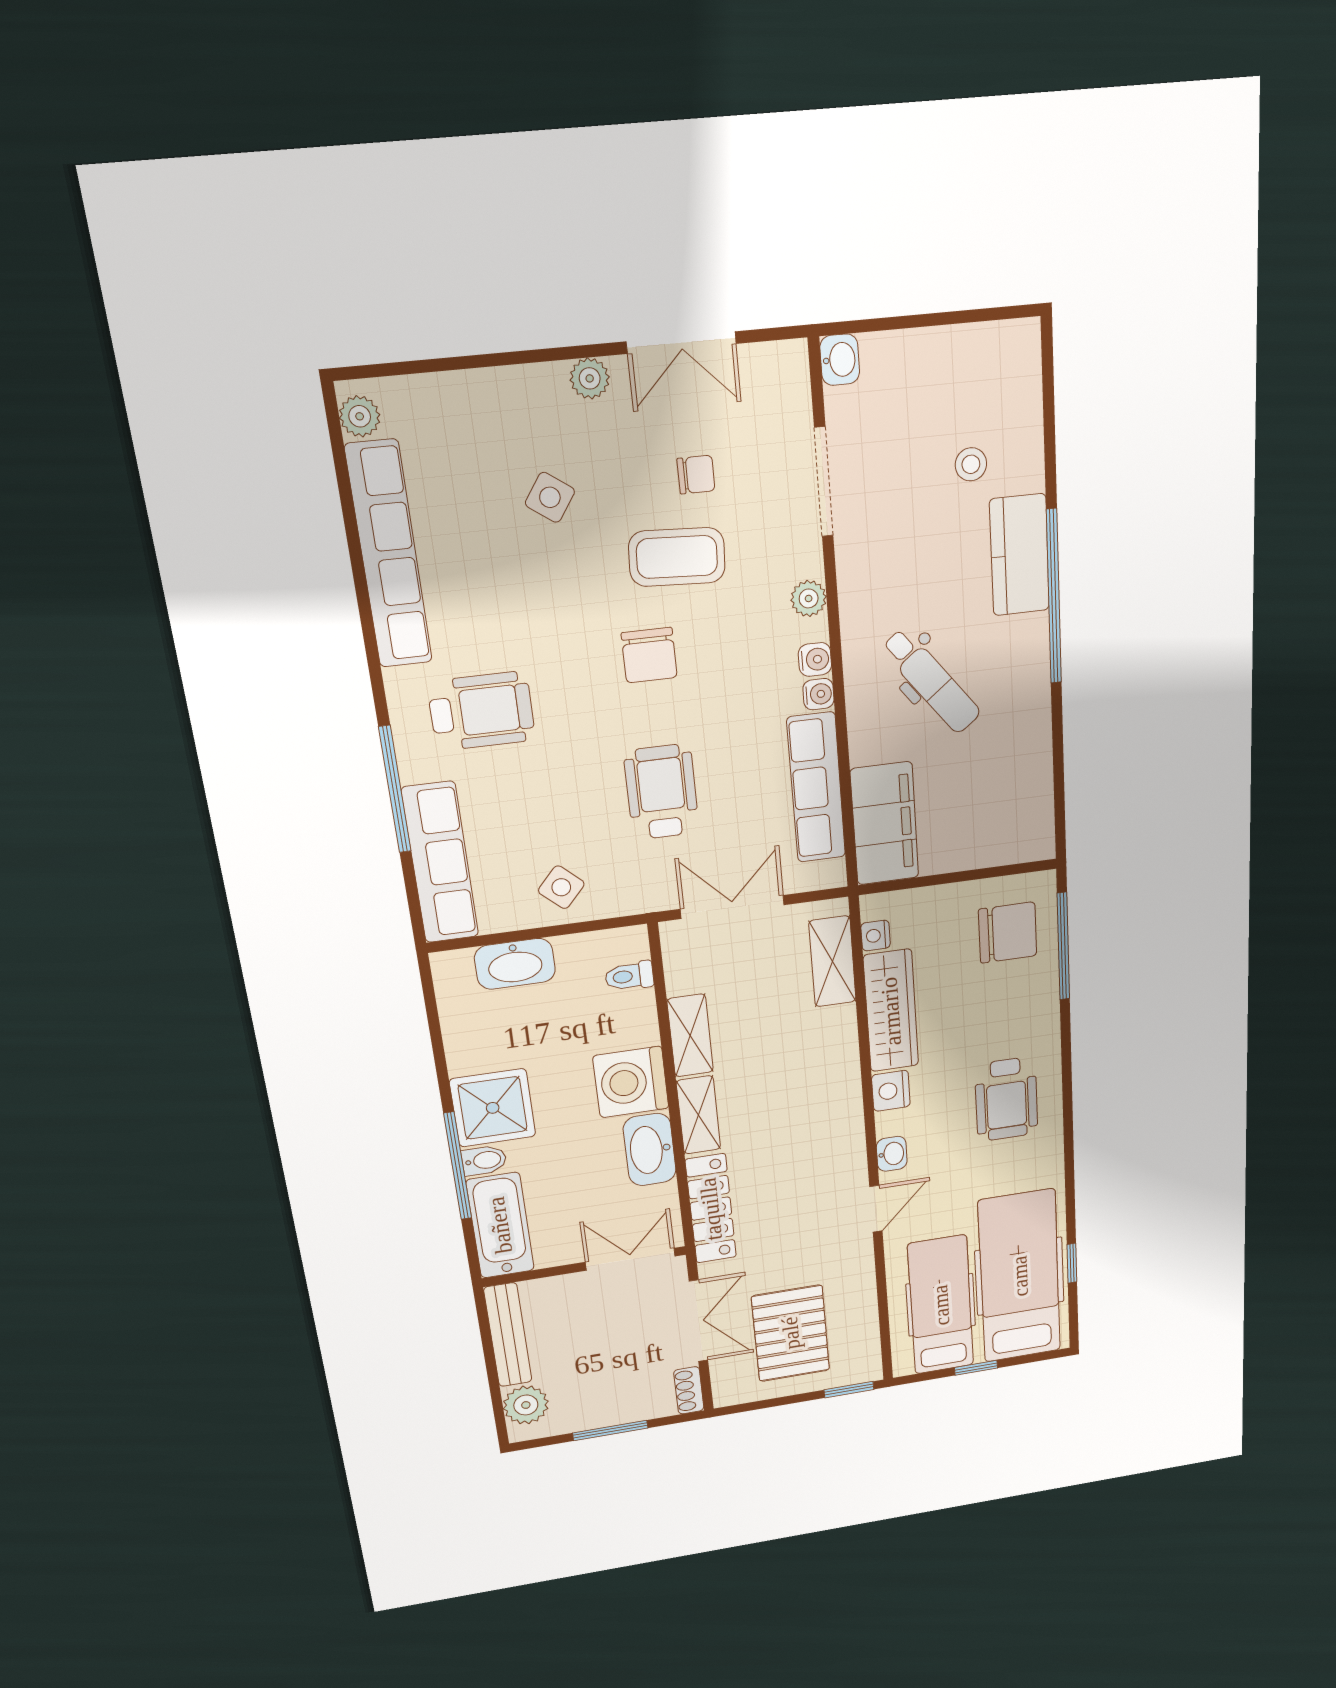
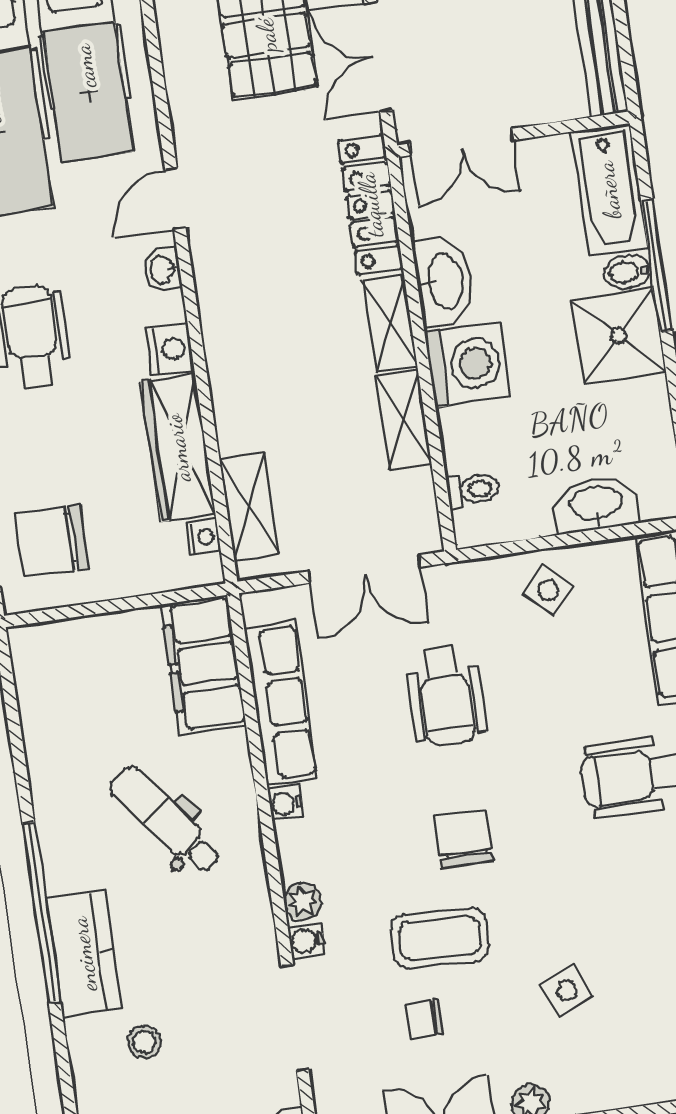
side table: (550, 497) -> (567, 990), turned 33
water cooler: (815, 659) -> (307, 941), moved

